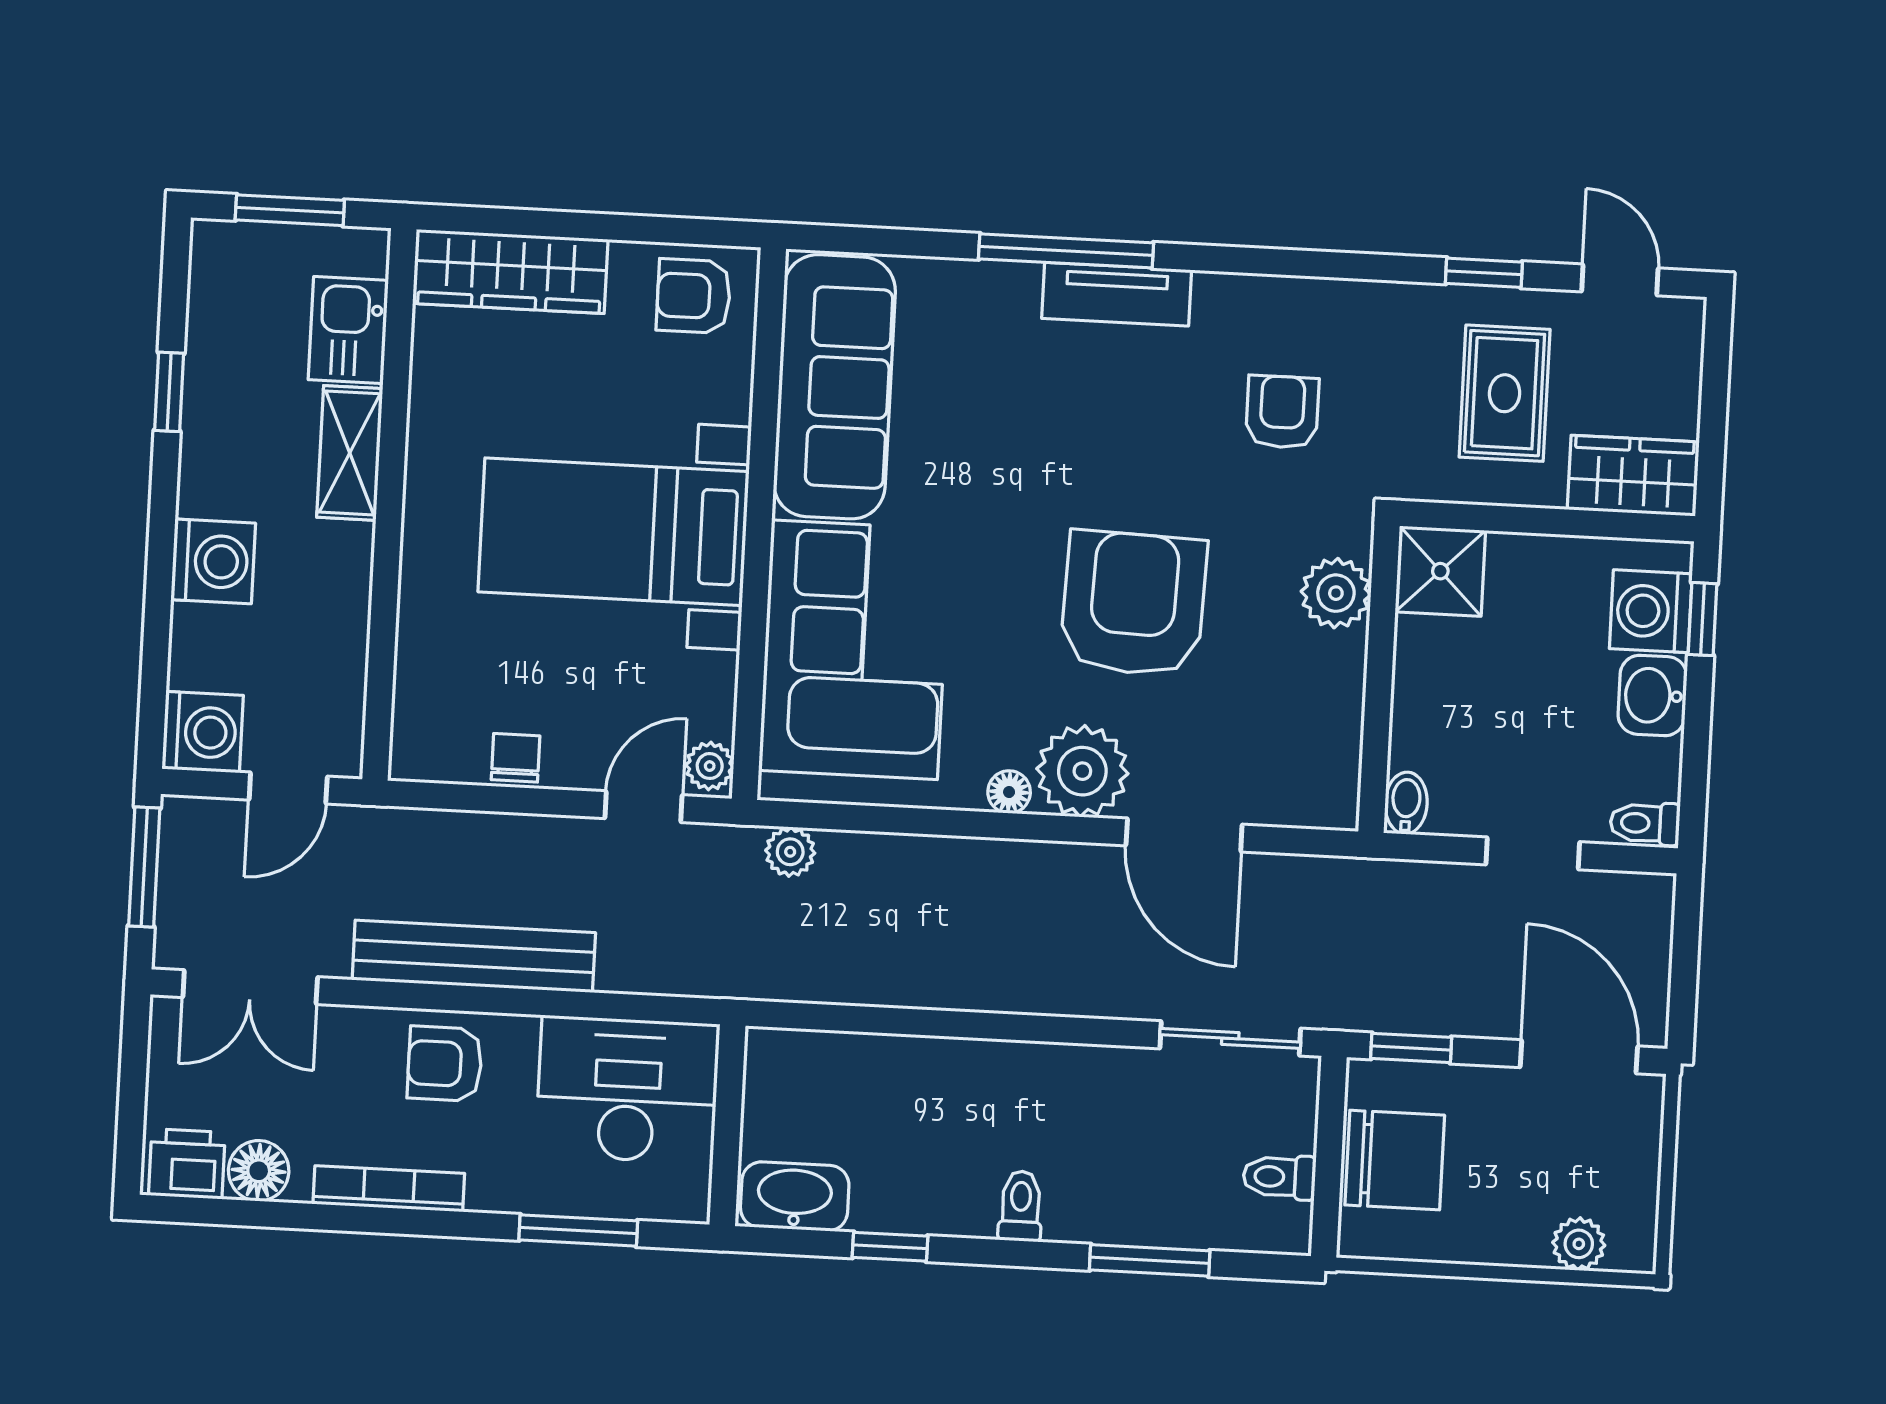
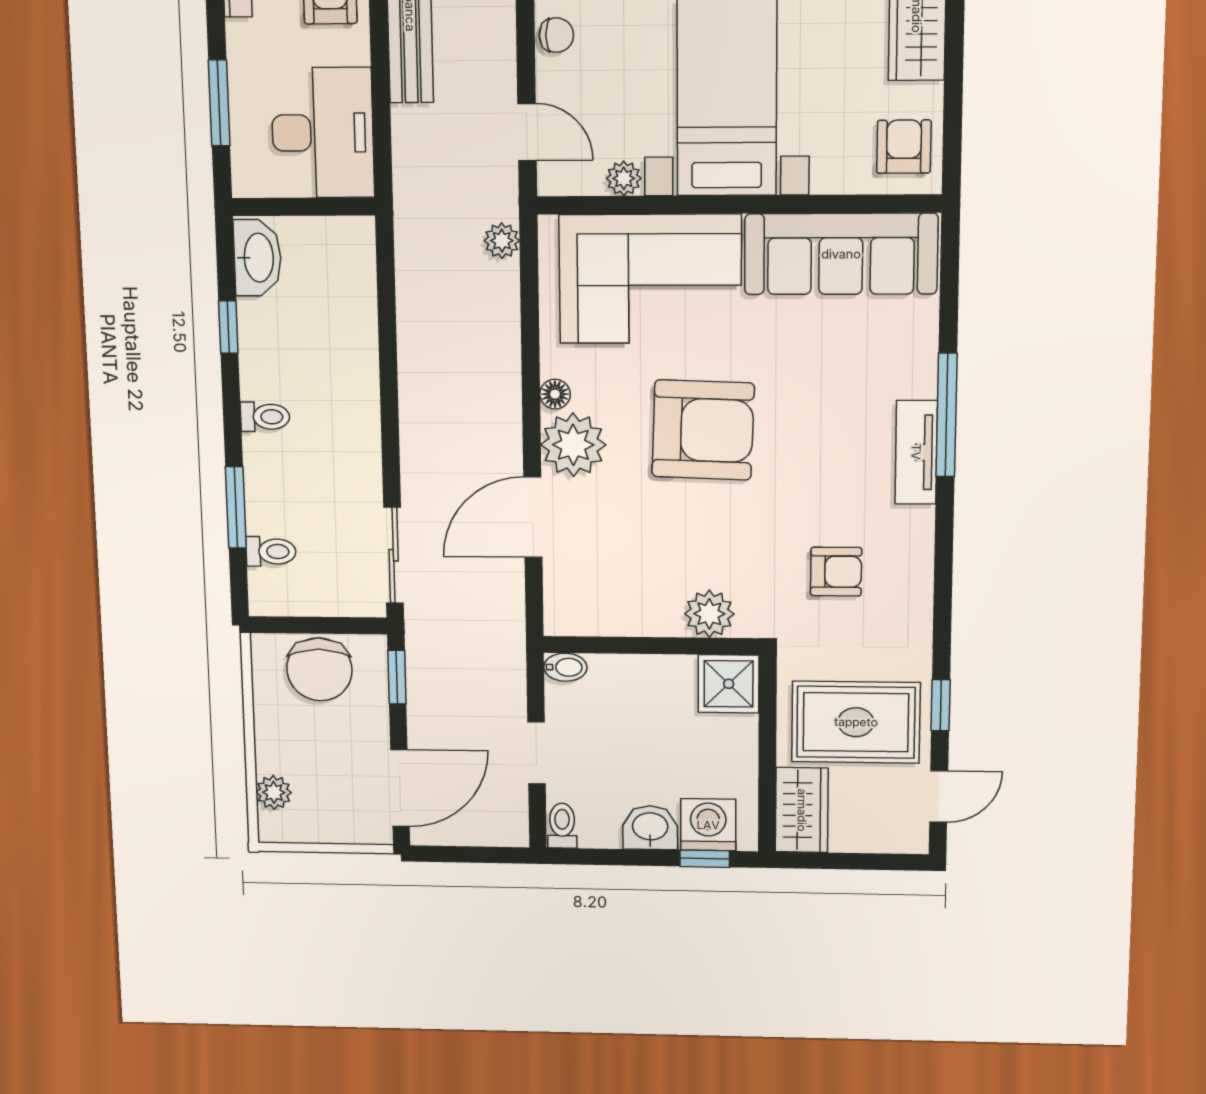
rug: (1505, 393) -> (856, 722), width x1.36, depth x1.43
armchair: (1134, 604) -> (703, 430), moved
plant: (710, 766) -> (624, 178), moved
toilet: (1279, 1177) -> (271, 551), moved, turned 90

